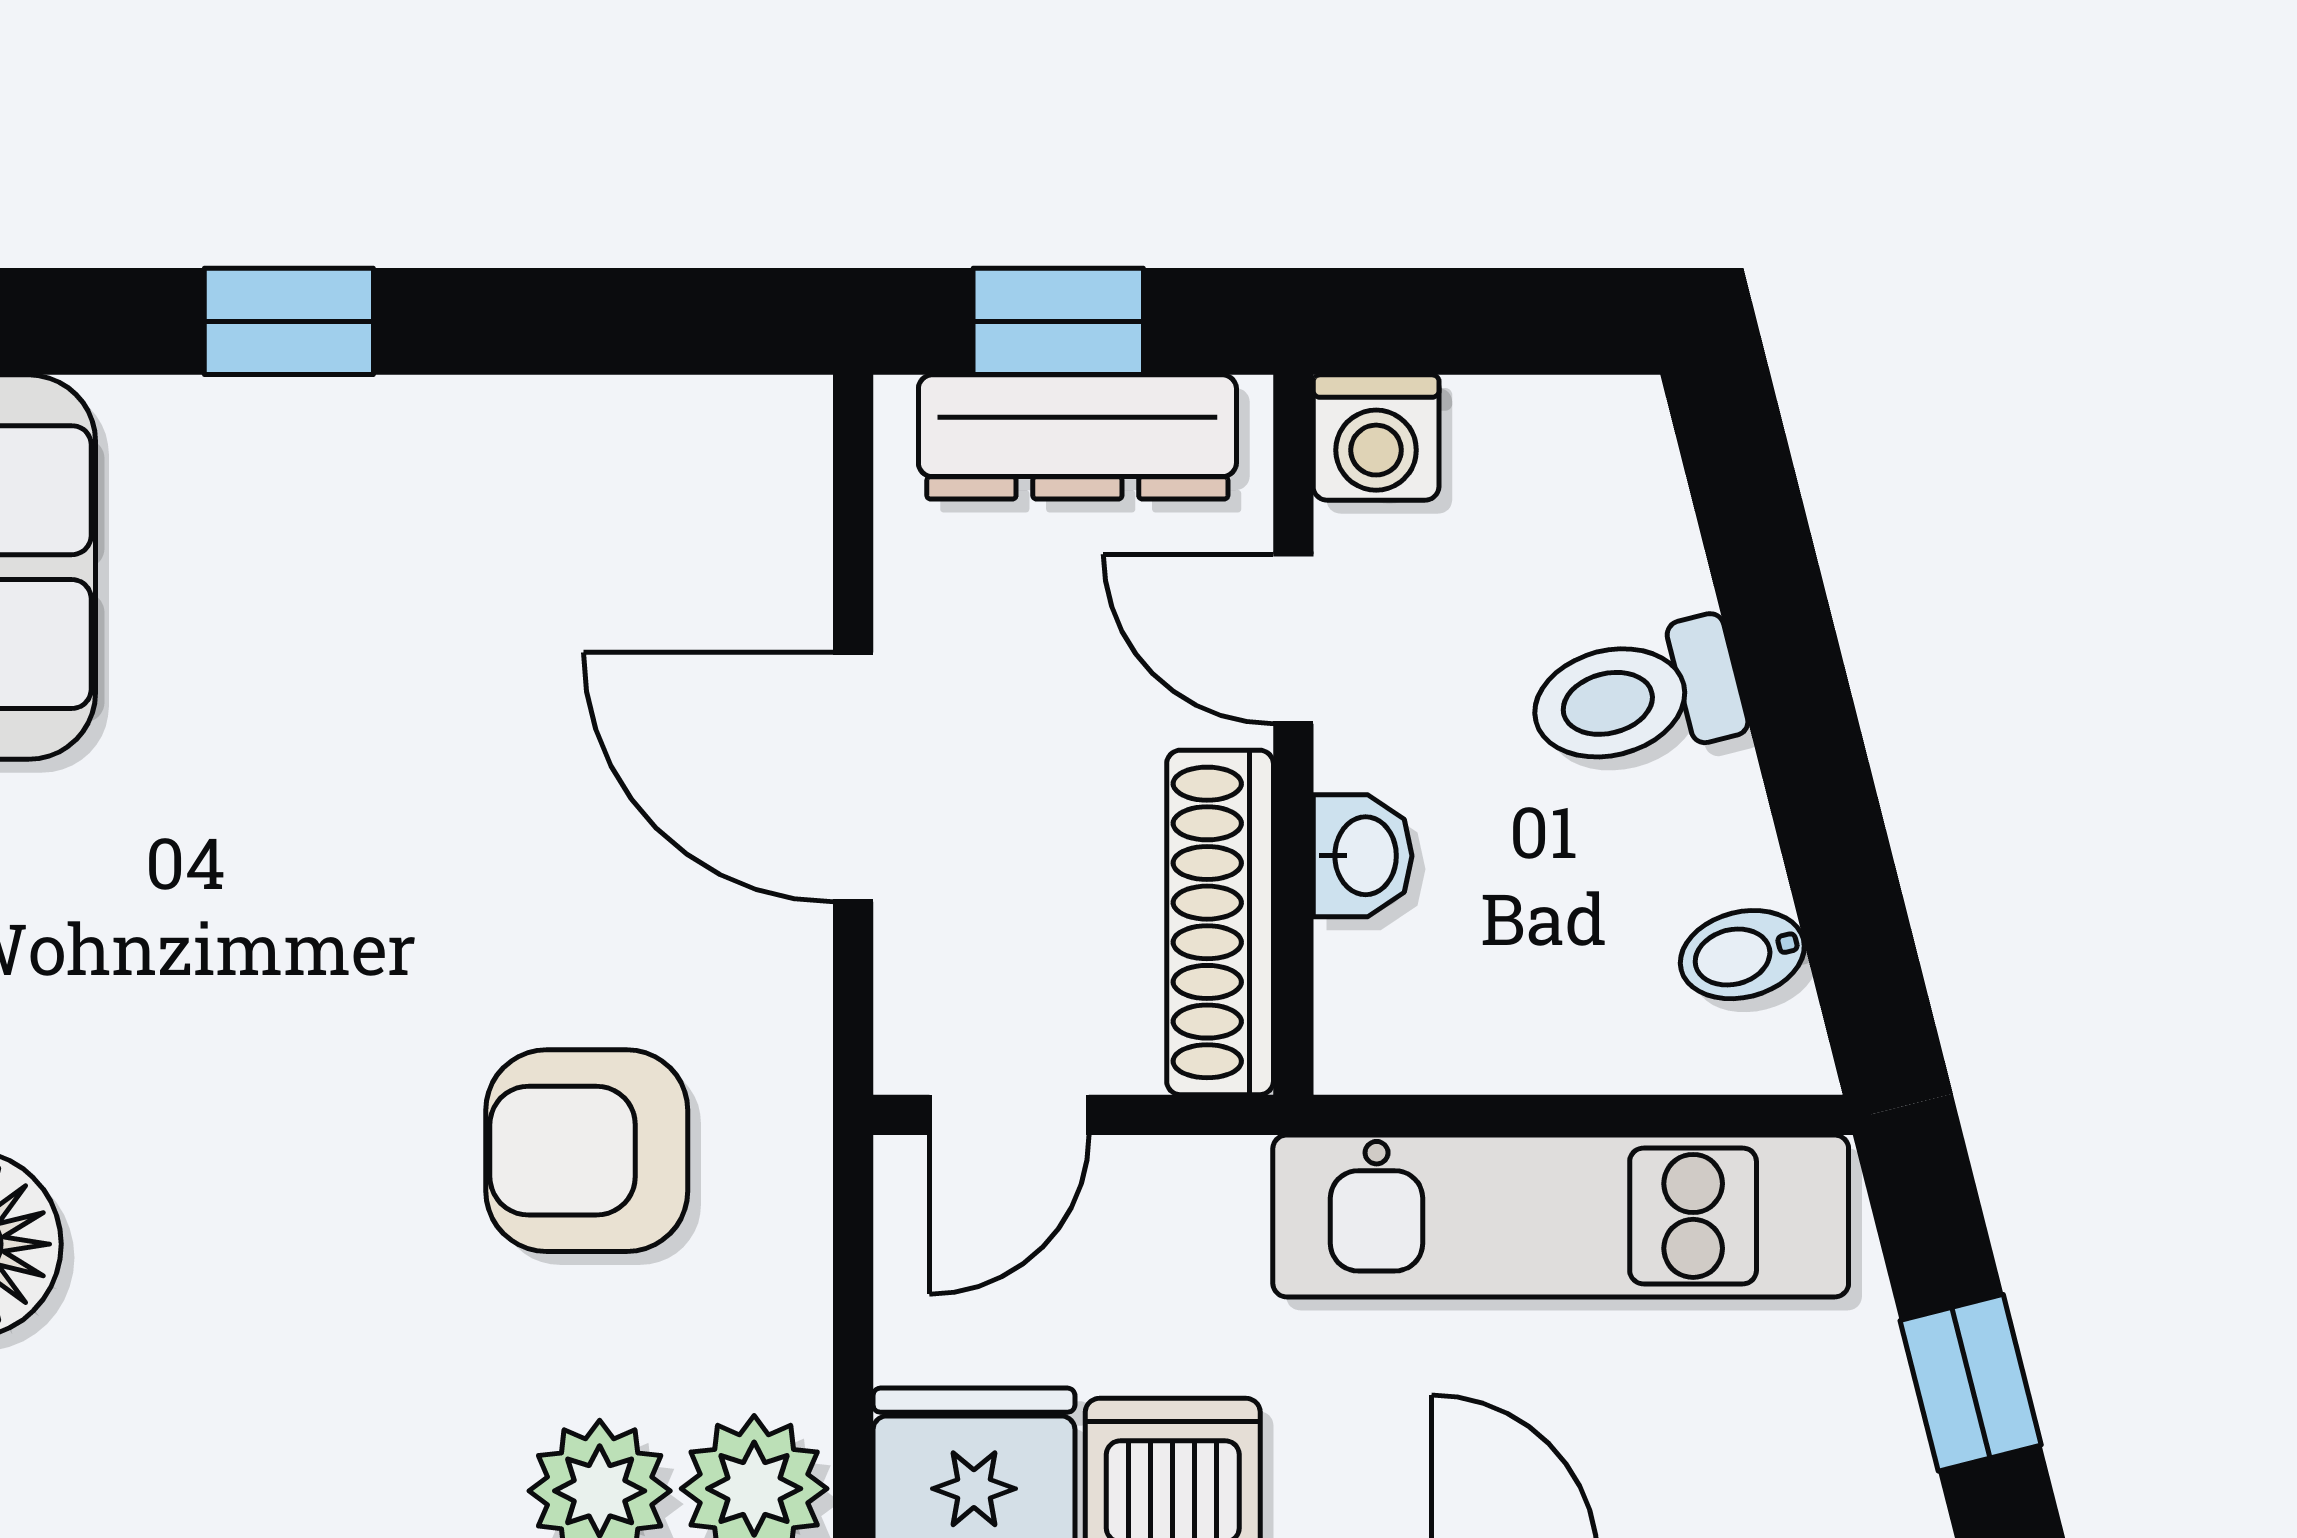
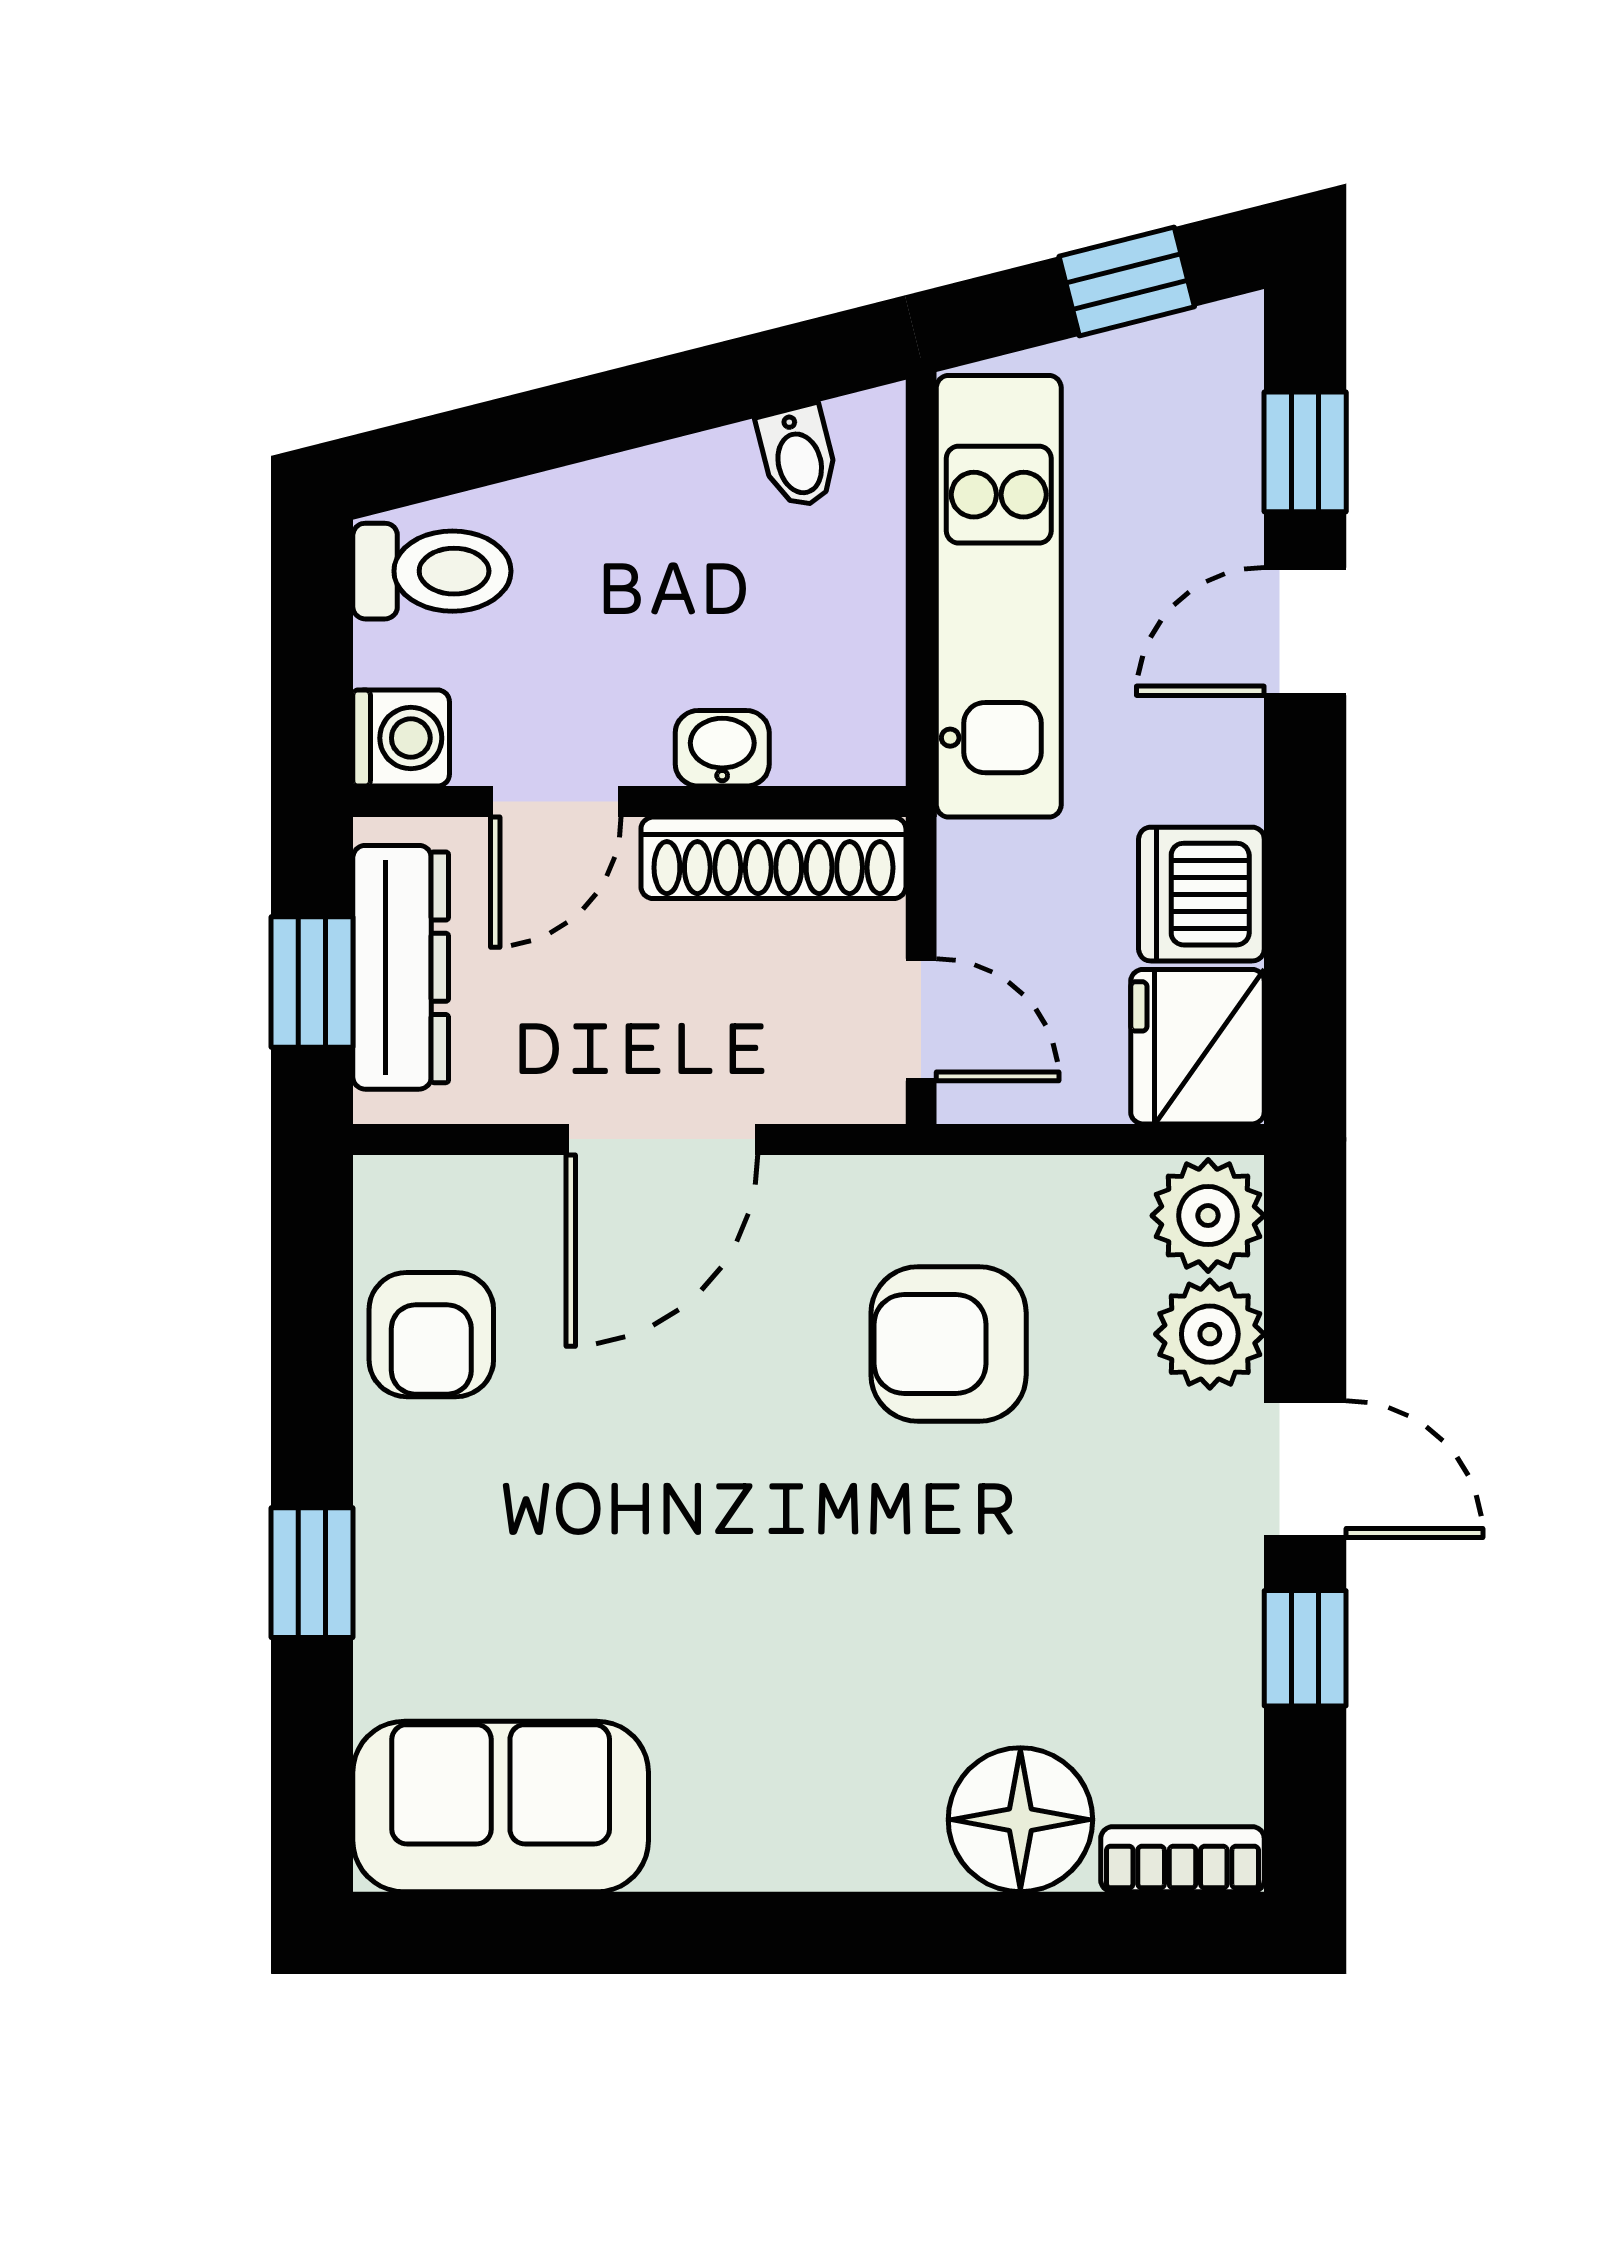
armchair: (599, 477) -> (431, 1335), added
toilet: (1636, 696) -> (432, 571), moved, turned -76
armchair: (587, 1151) -> (949, 1344), turned 90

